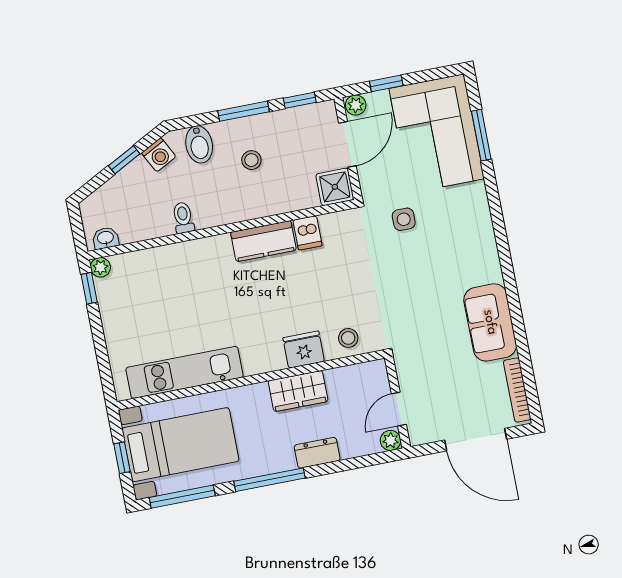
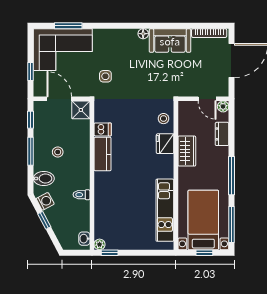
plant: (356, 105) -> (39, 90), removed
floor lamp: (493, 272) -> (143, 34), added
dresser: (317, 453) -> (222, 134), moved

